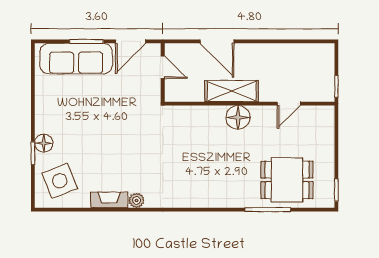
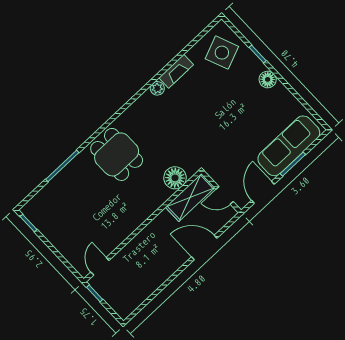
shelving: (232, 91) -> (190, 197), moved
door: (289, 104) -> (100, 266), moved
floor lamp: (238, 117) -> (175, 178), moved
floor lamp: (44, 143) -> (268, 79), moved
dining table: (287, 180) -> (117, 154), moved, turned 90

